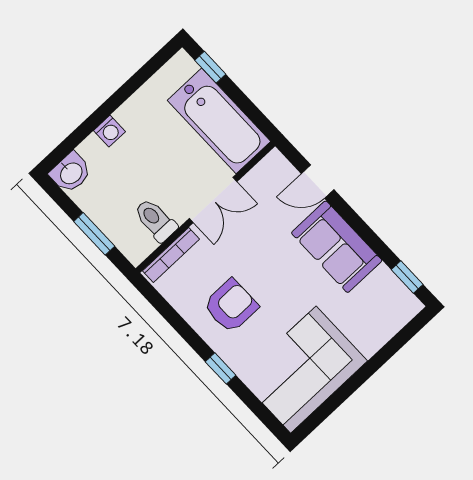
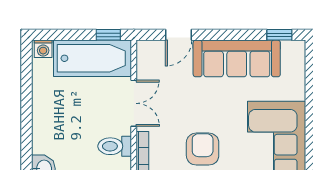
window: (210, 67) -> (108, 35), moved
washing machine: (109, 131) -> (43, 49), moved, turned 90
sofa: (337, 247) -> (237, 58), width x1.36

